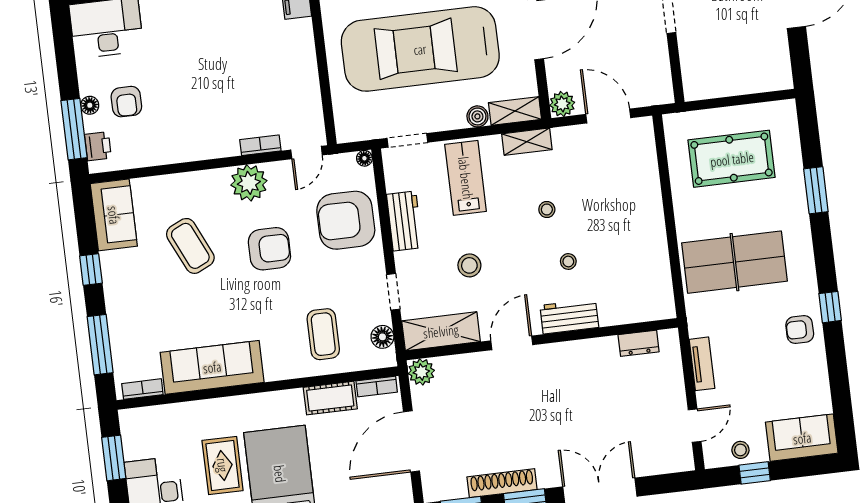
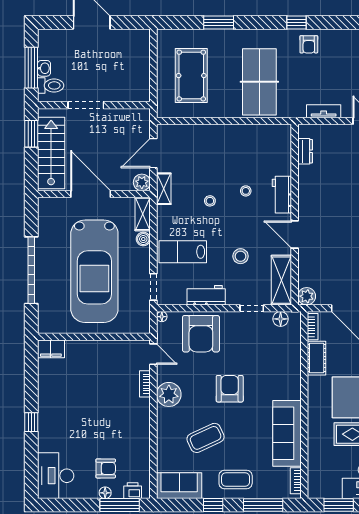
shelving: (527, 142) -> (164, 189), moved
armchair: (269, 249) -> (230, 389), moved
coffee table: (323, 334) -> (236, 479), moved

